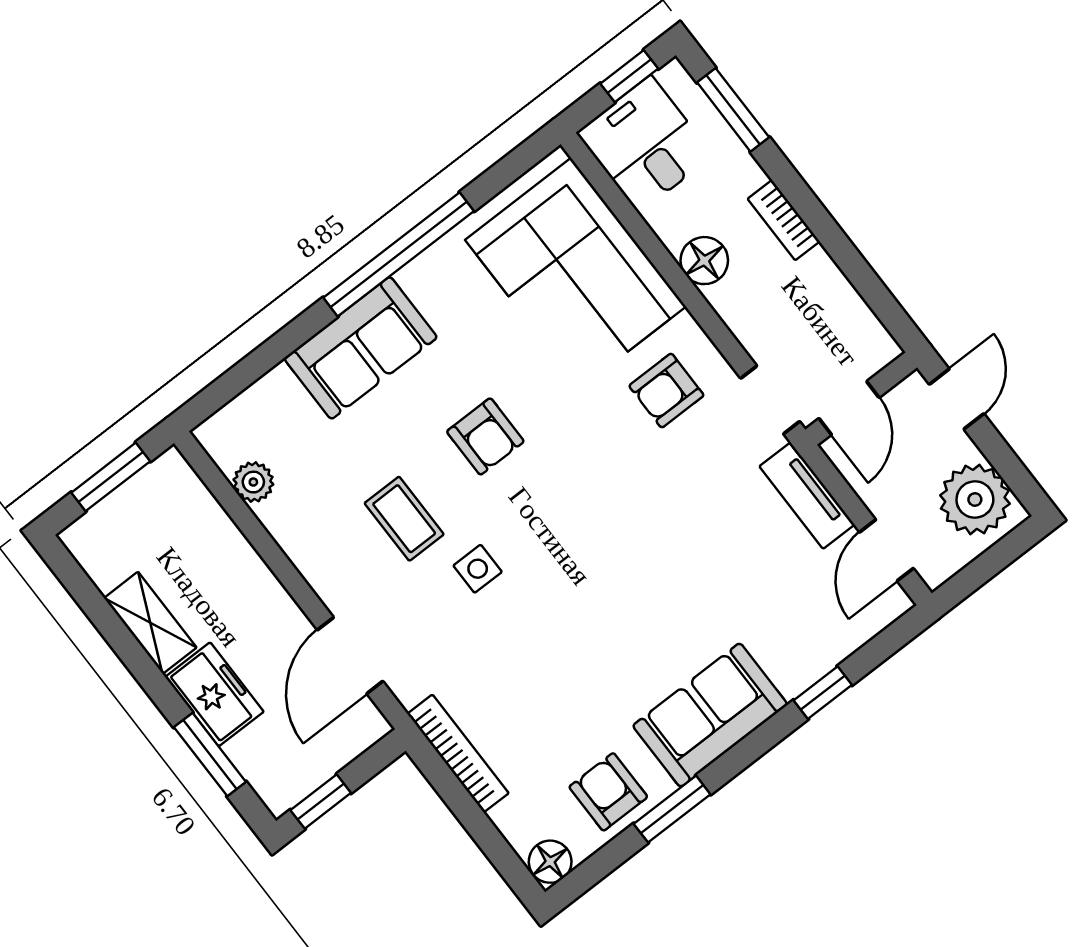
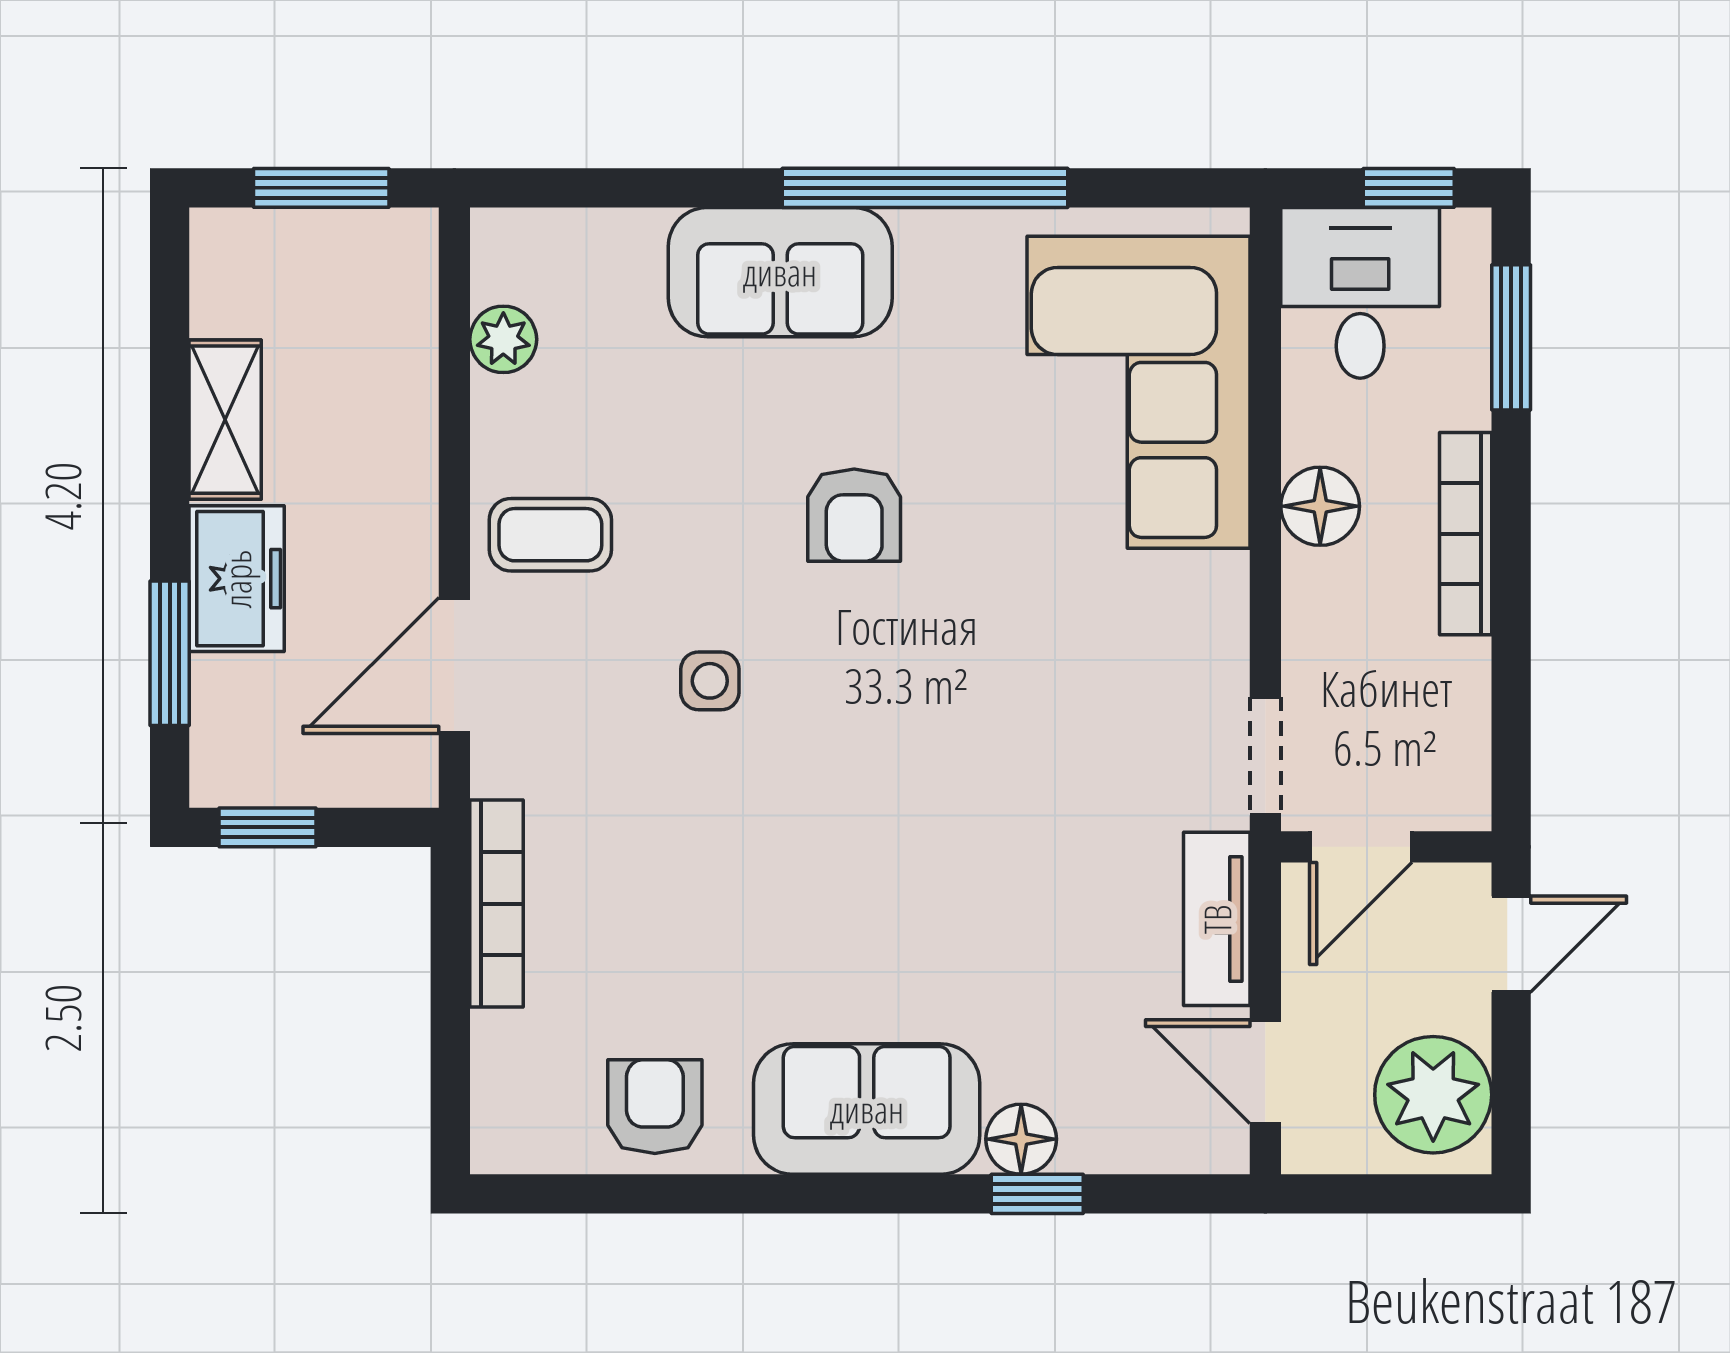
bookcase: (784, 220) -> (1466, 534), width x1.56
armchair: (666, 391) -> (1139, 639), removed
coffee table: (404, 519) -> (550, 535), moved, turned 90
door: (886, 550) -> (1265, 1072), hinge flipped
window: (672, 809) -> (721, 1194), removed
floor lamp: (550, 862) -> (1021, 1139), moved

